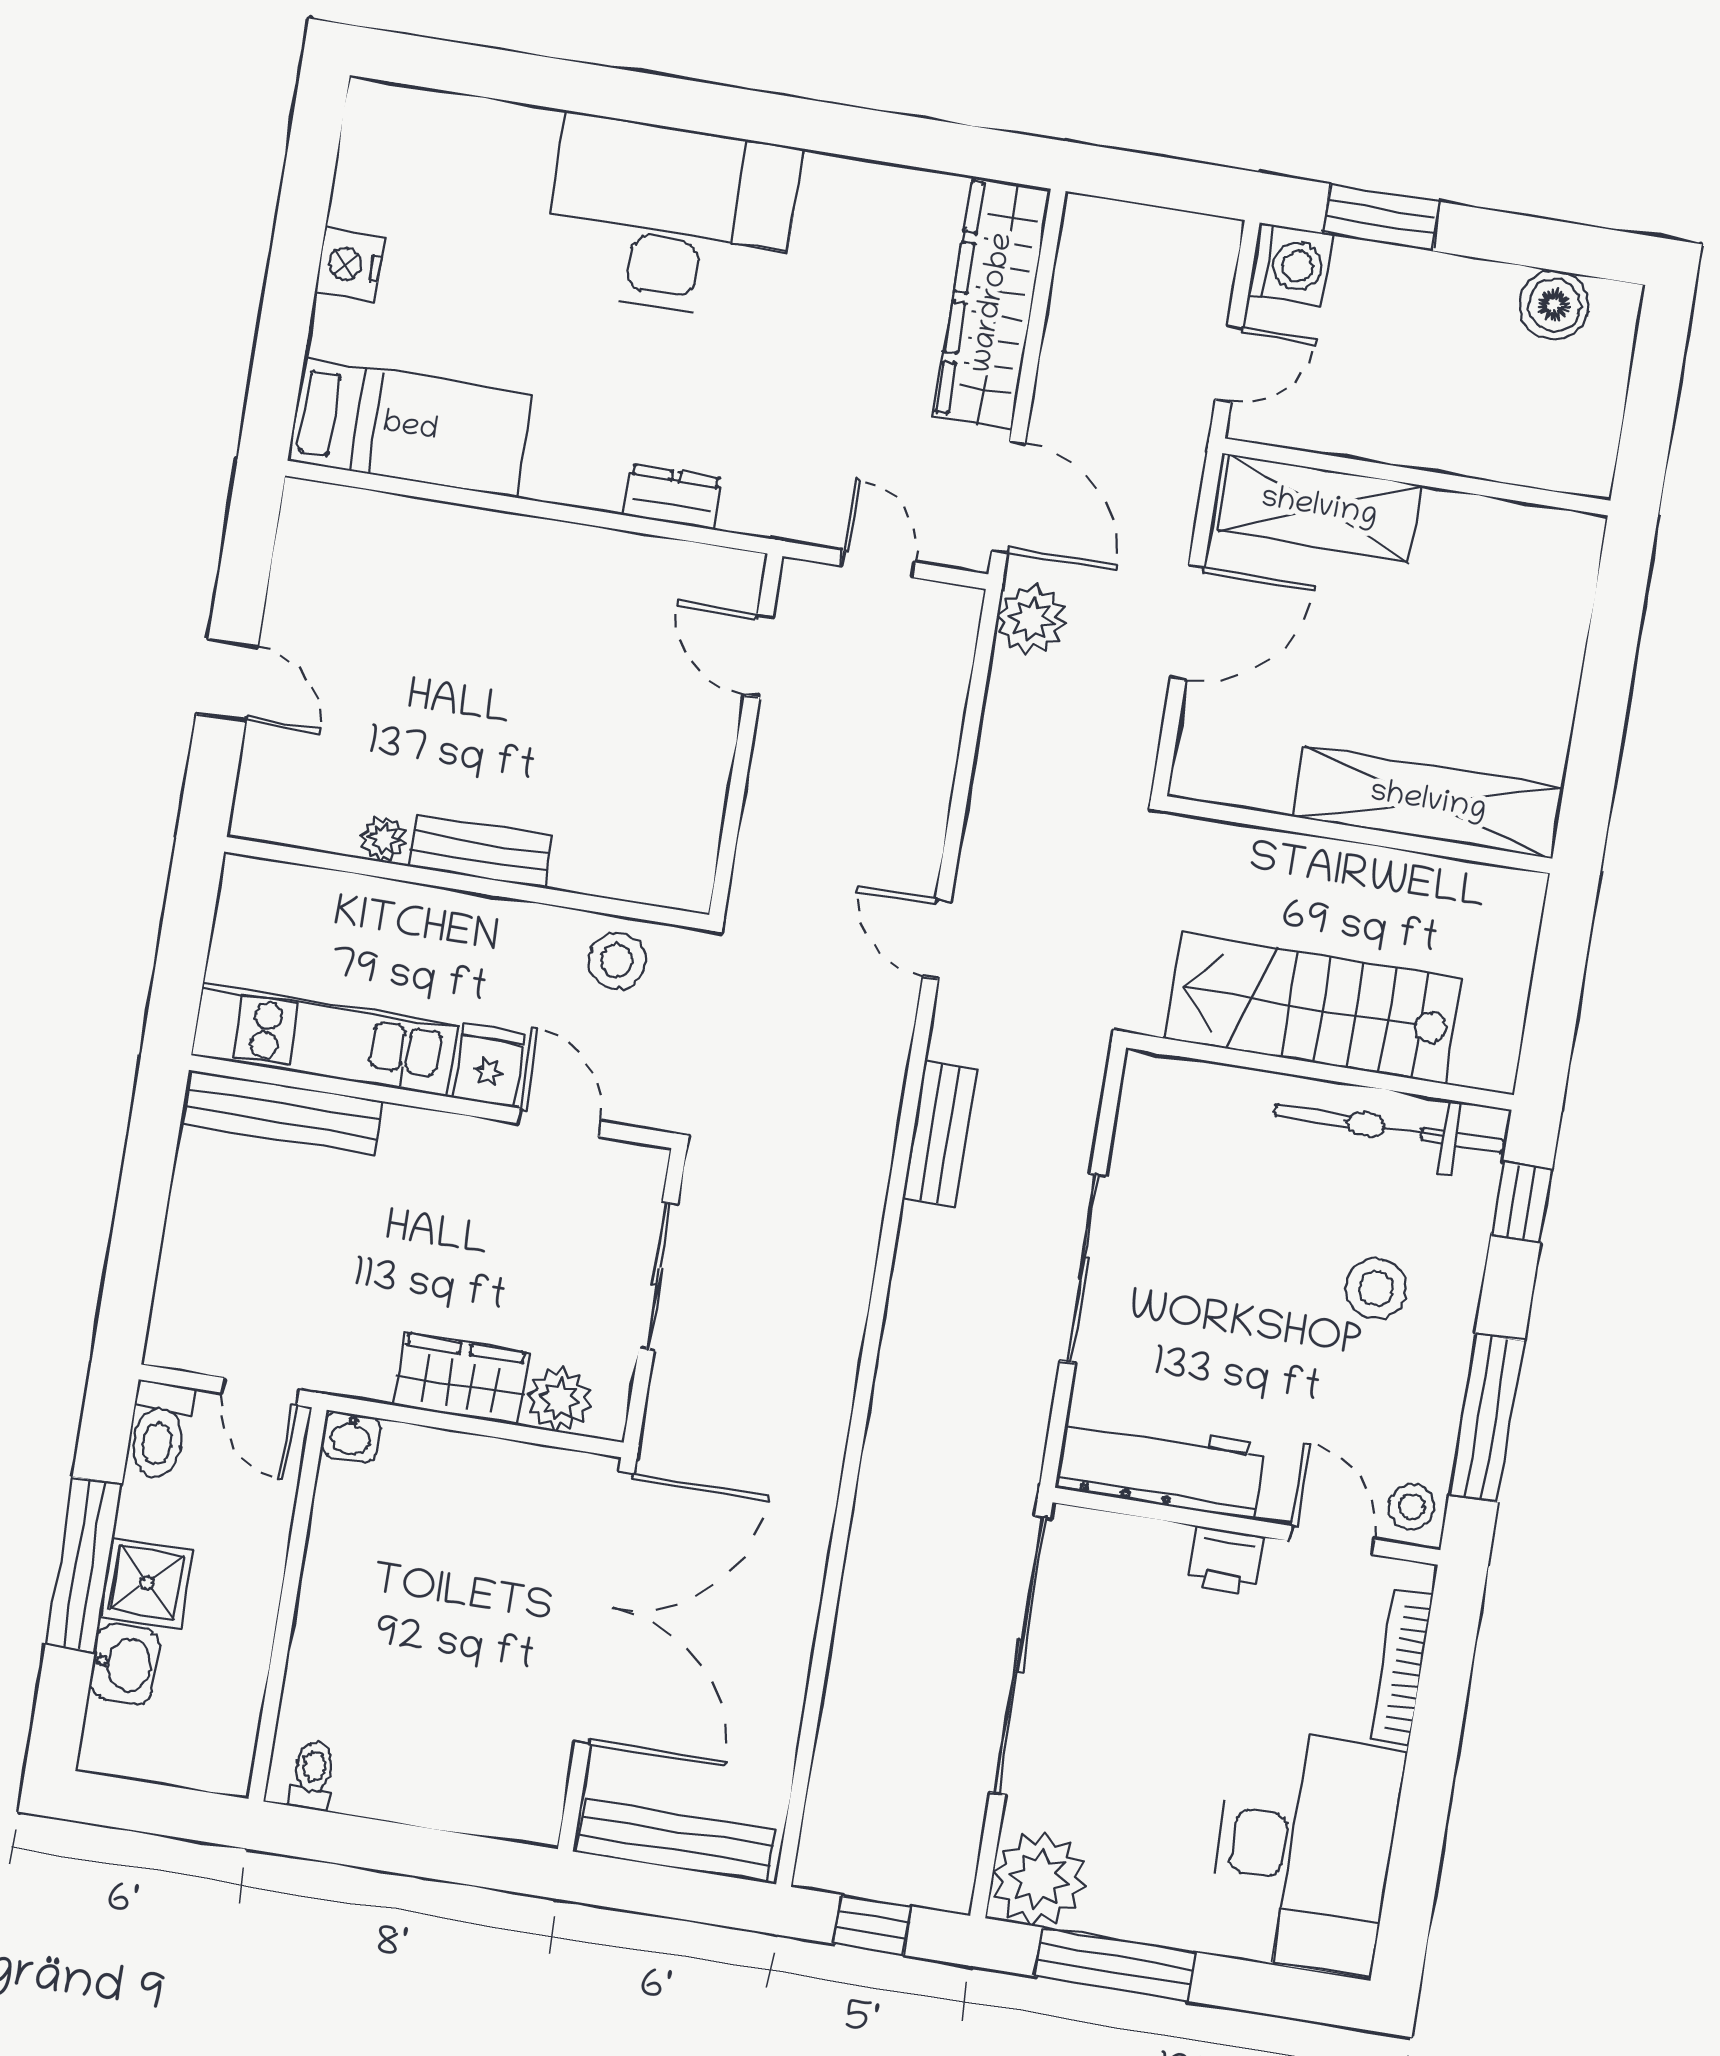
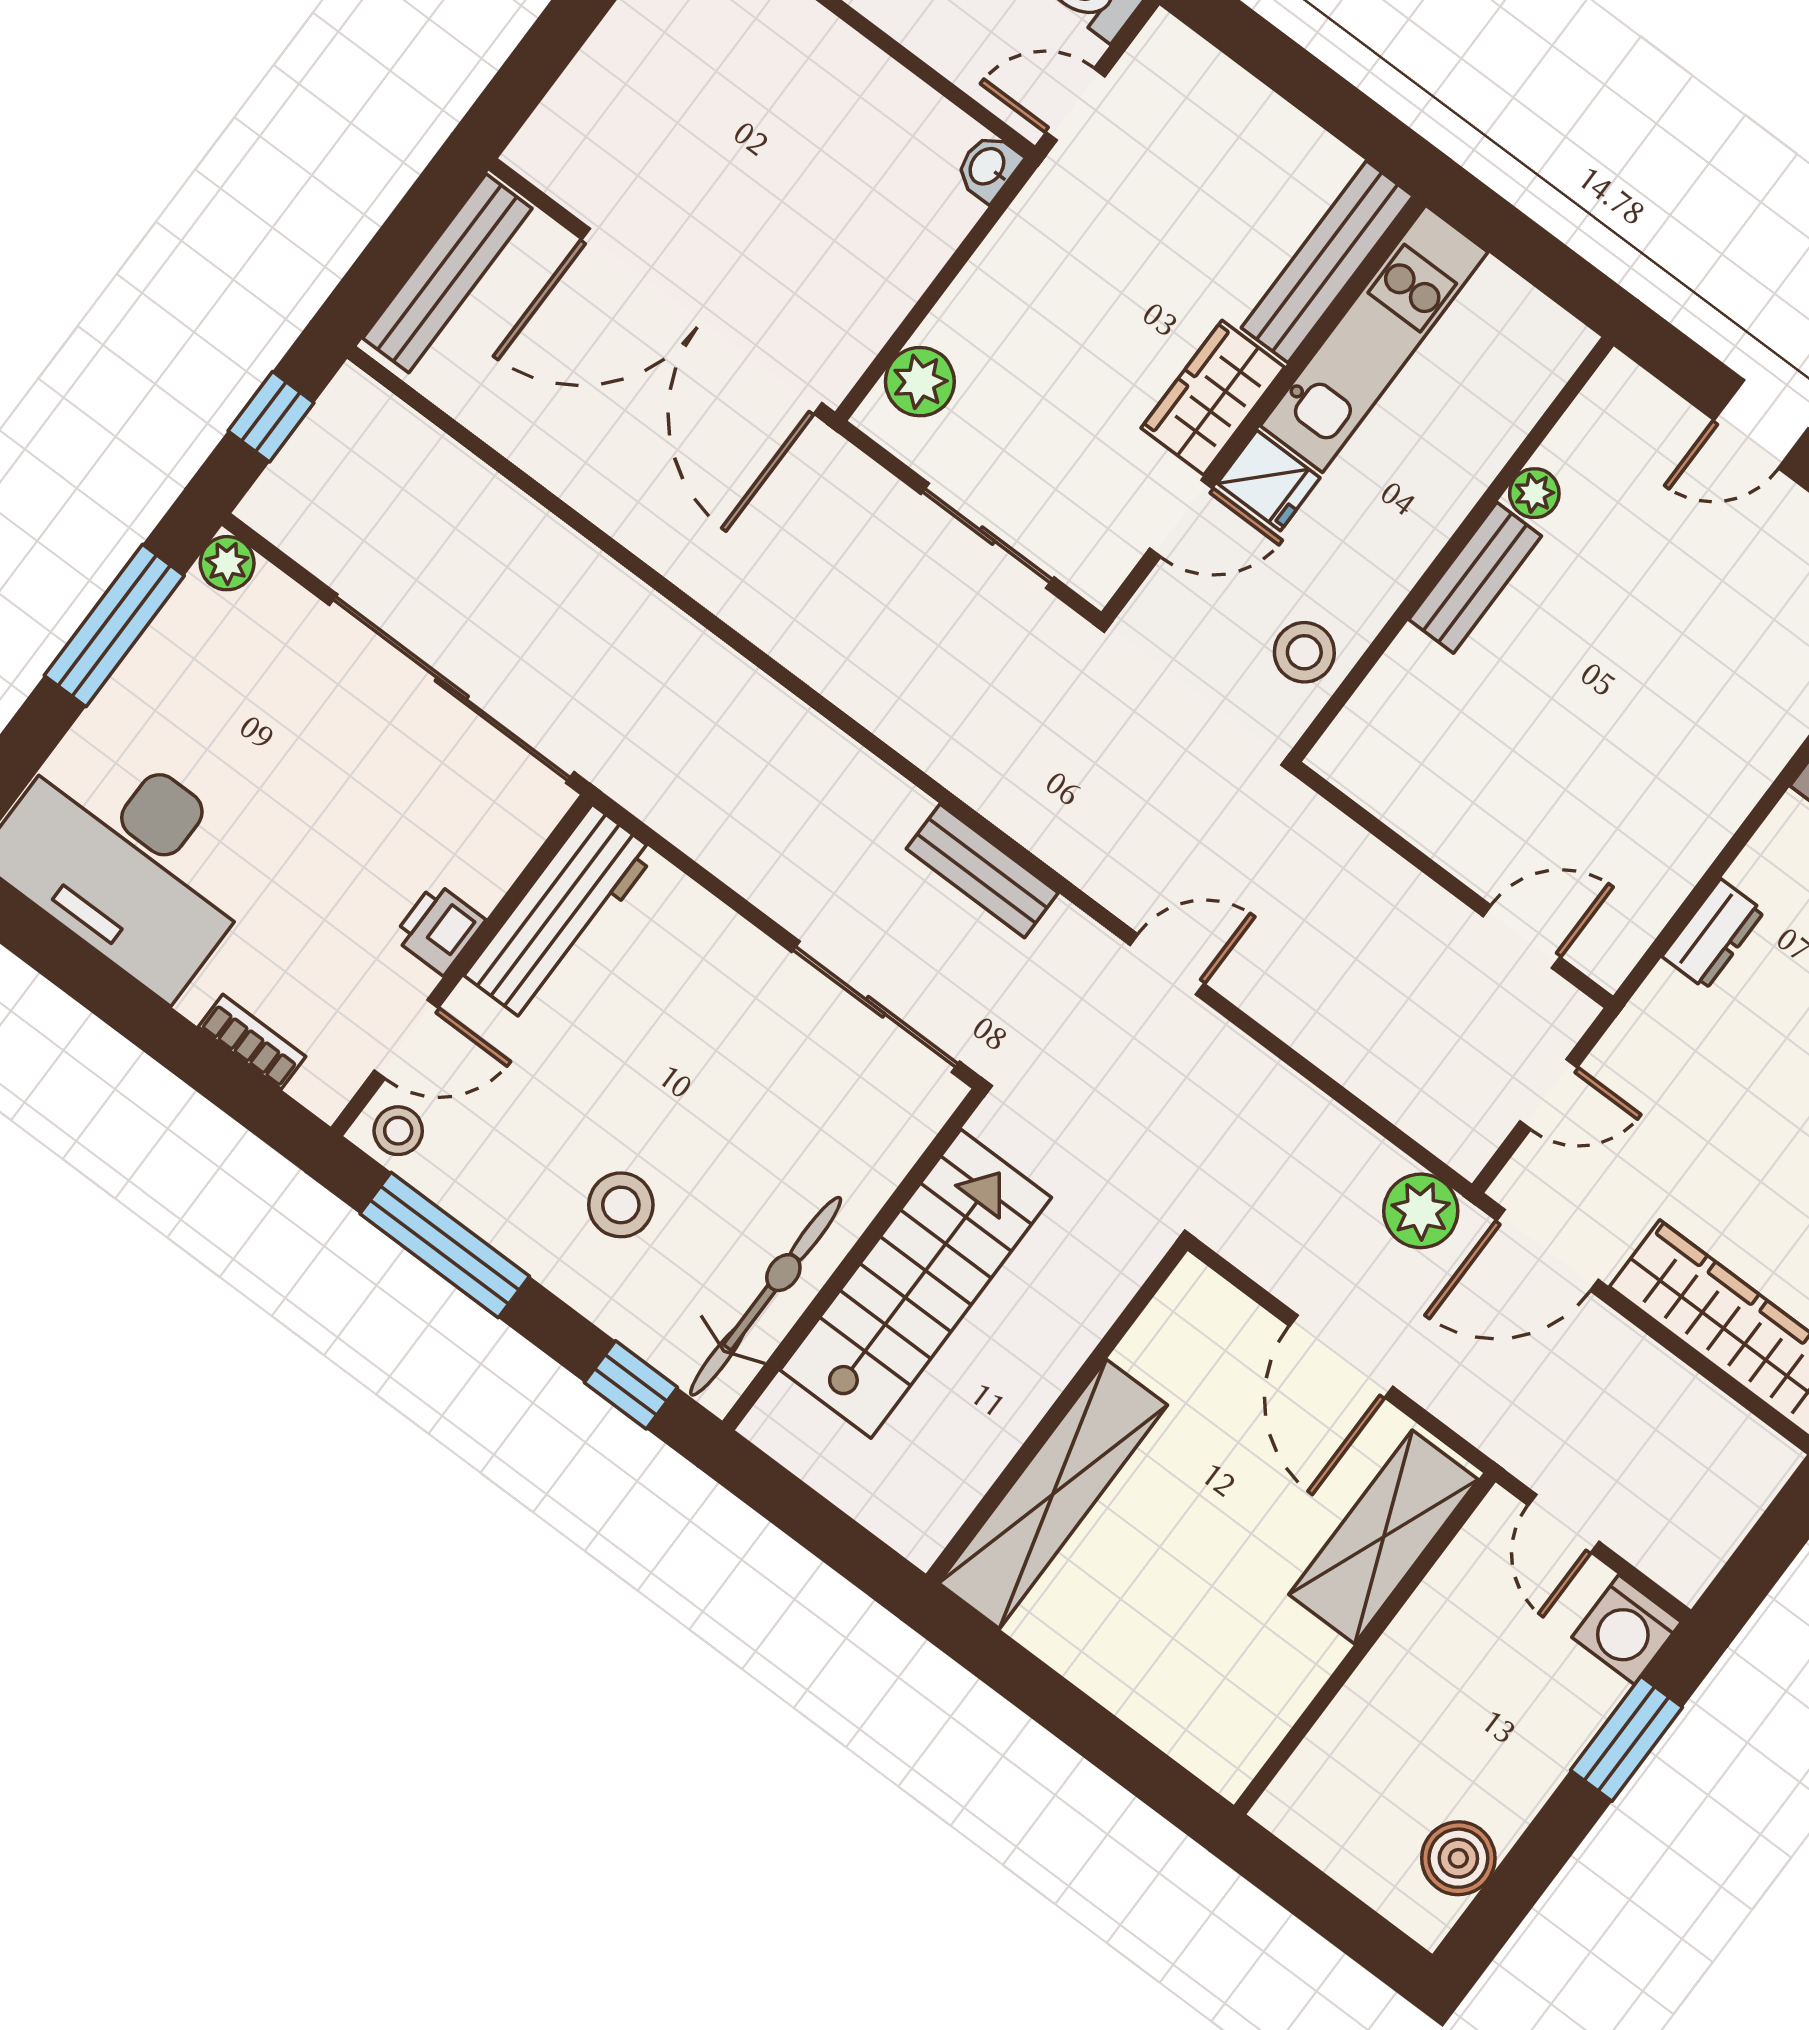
sliding door: (1083, 1268) -> (876, 1007), moved
wardrobe: (461, 1379) -> (1213, 398), moved, turned 180
bookcase: (1402, 1668) -> (252, 1042), width x0.64
plant: (1039, 1879) -> (227, 563), width x0.53, depth x0.53

